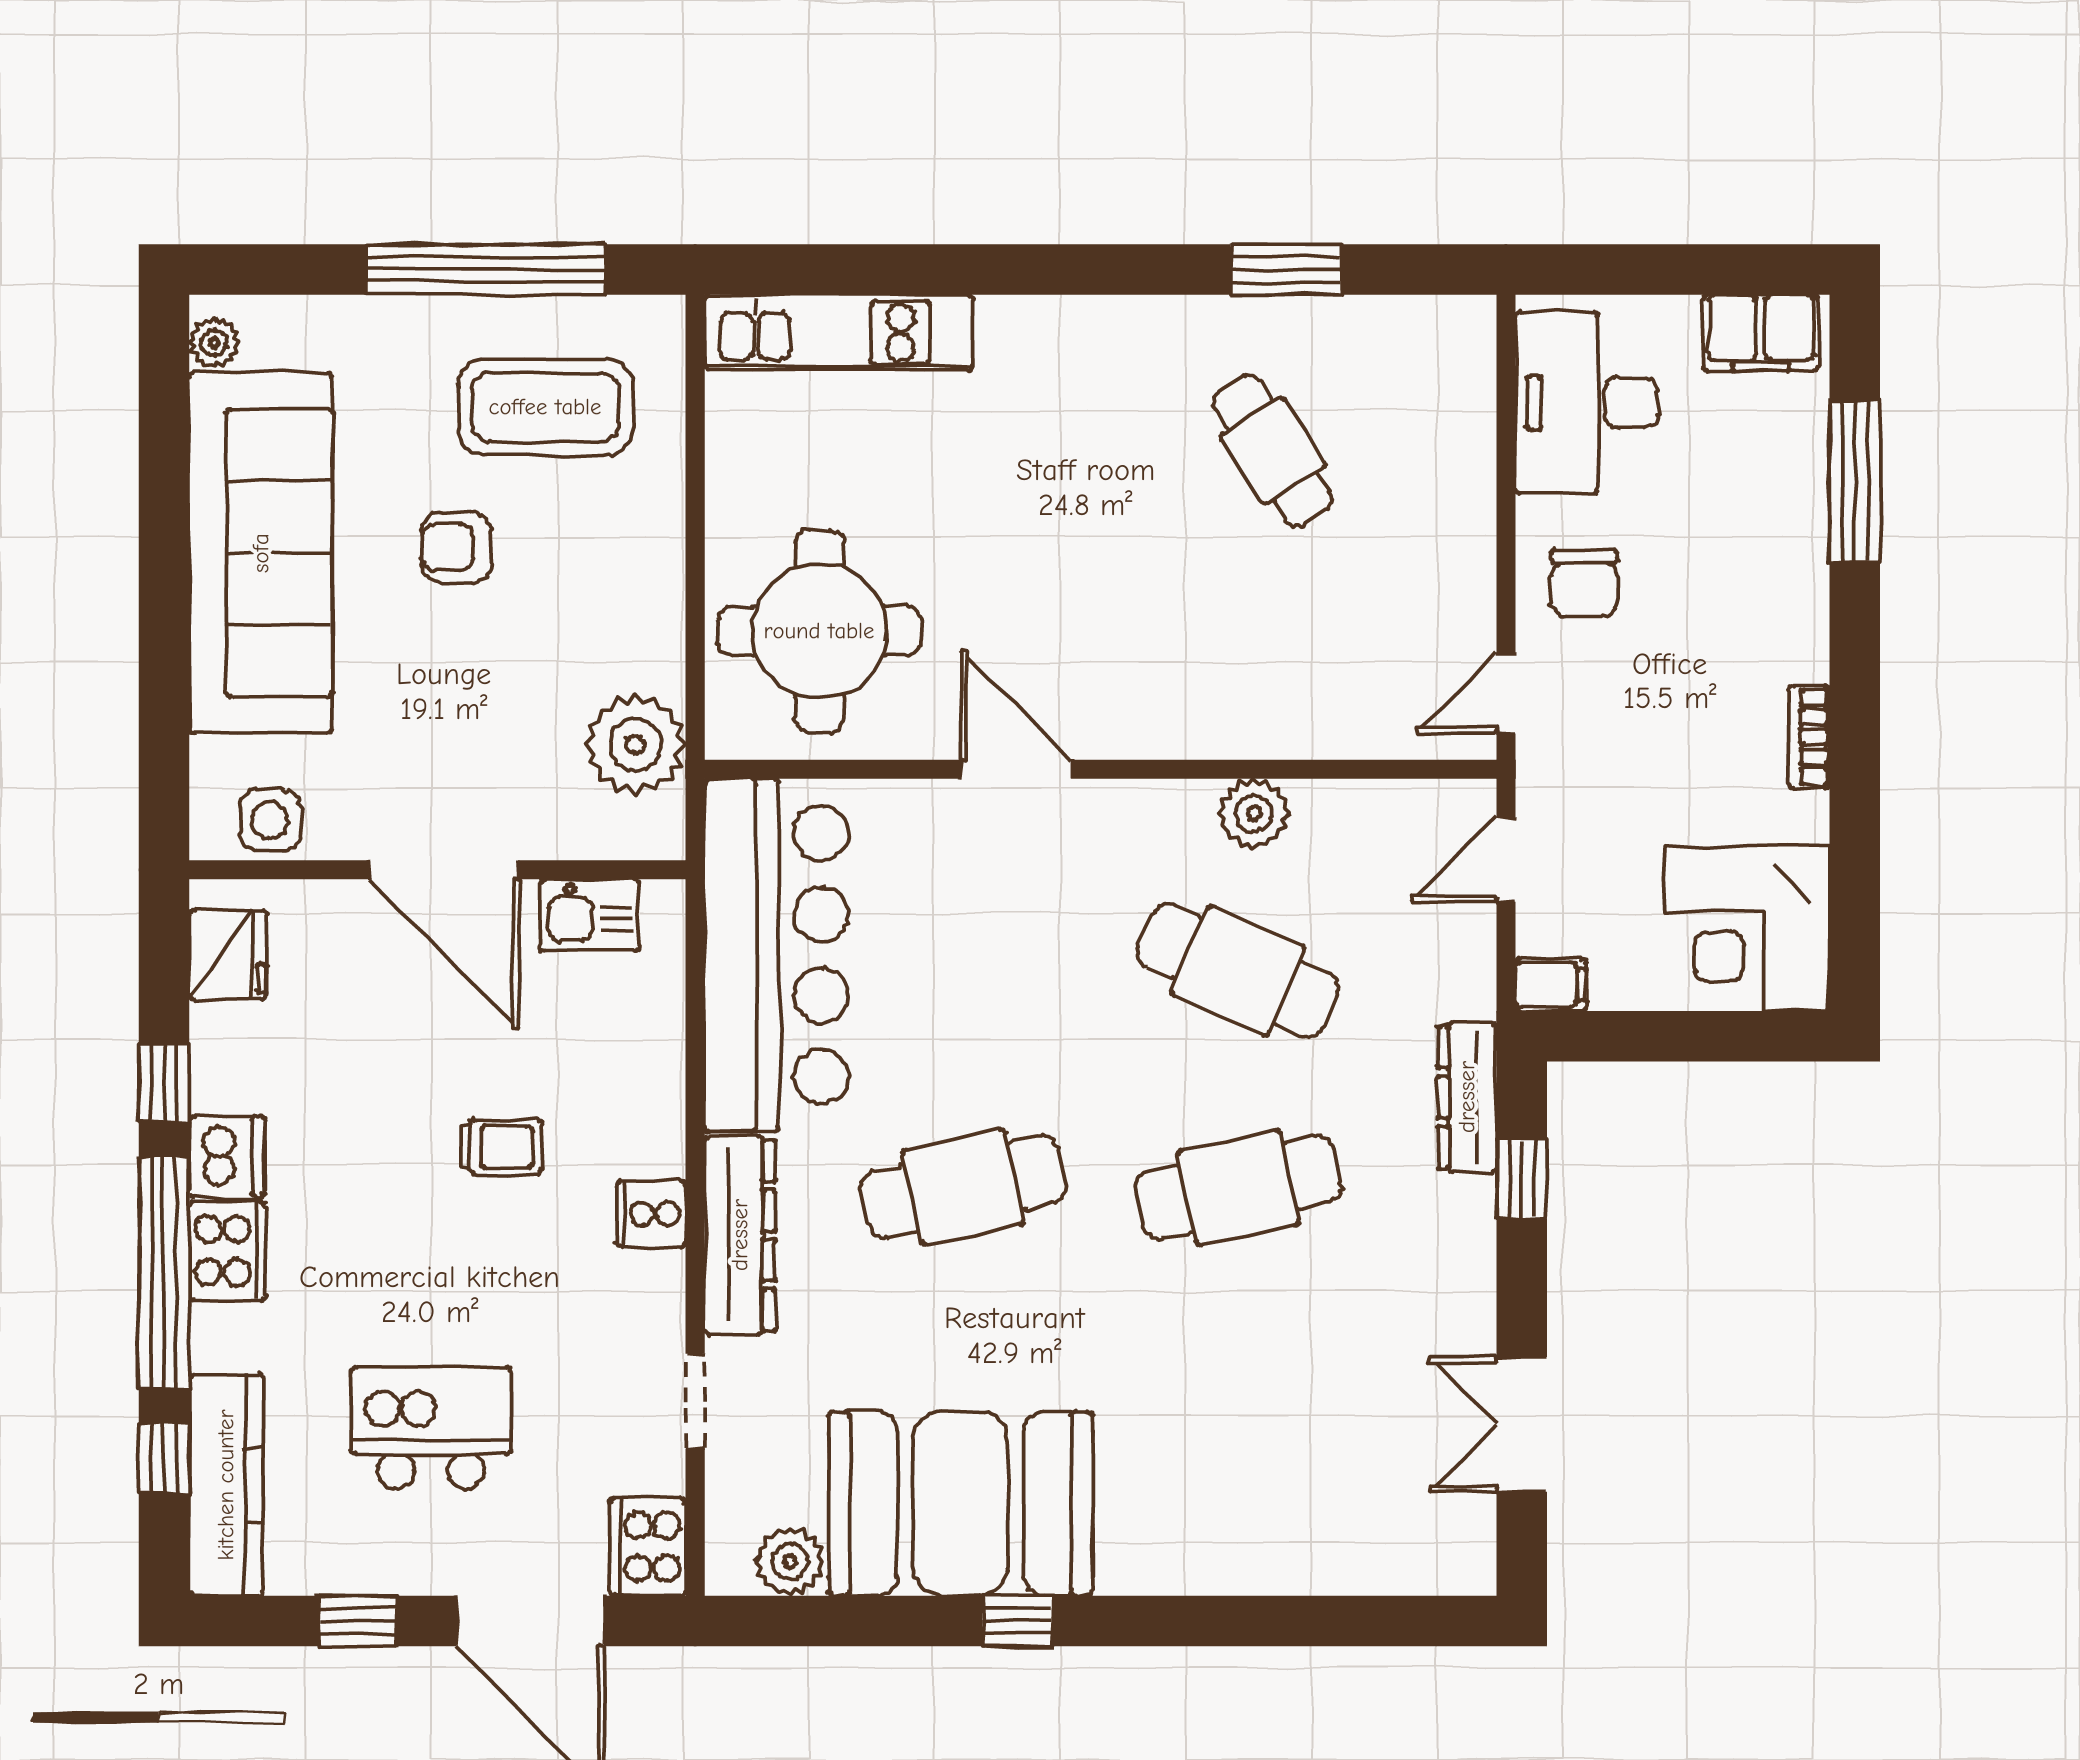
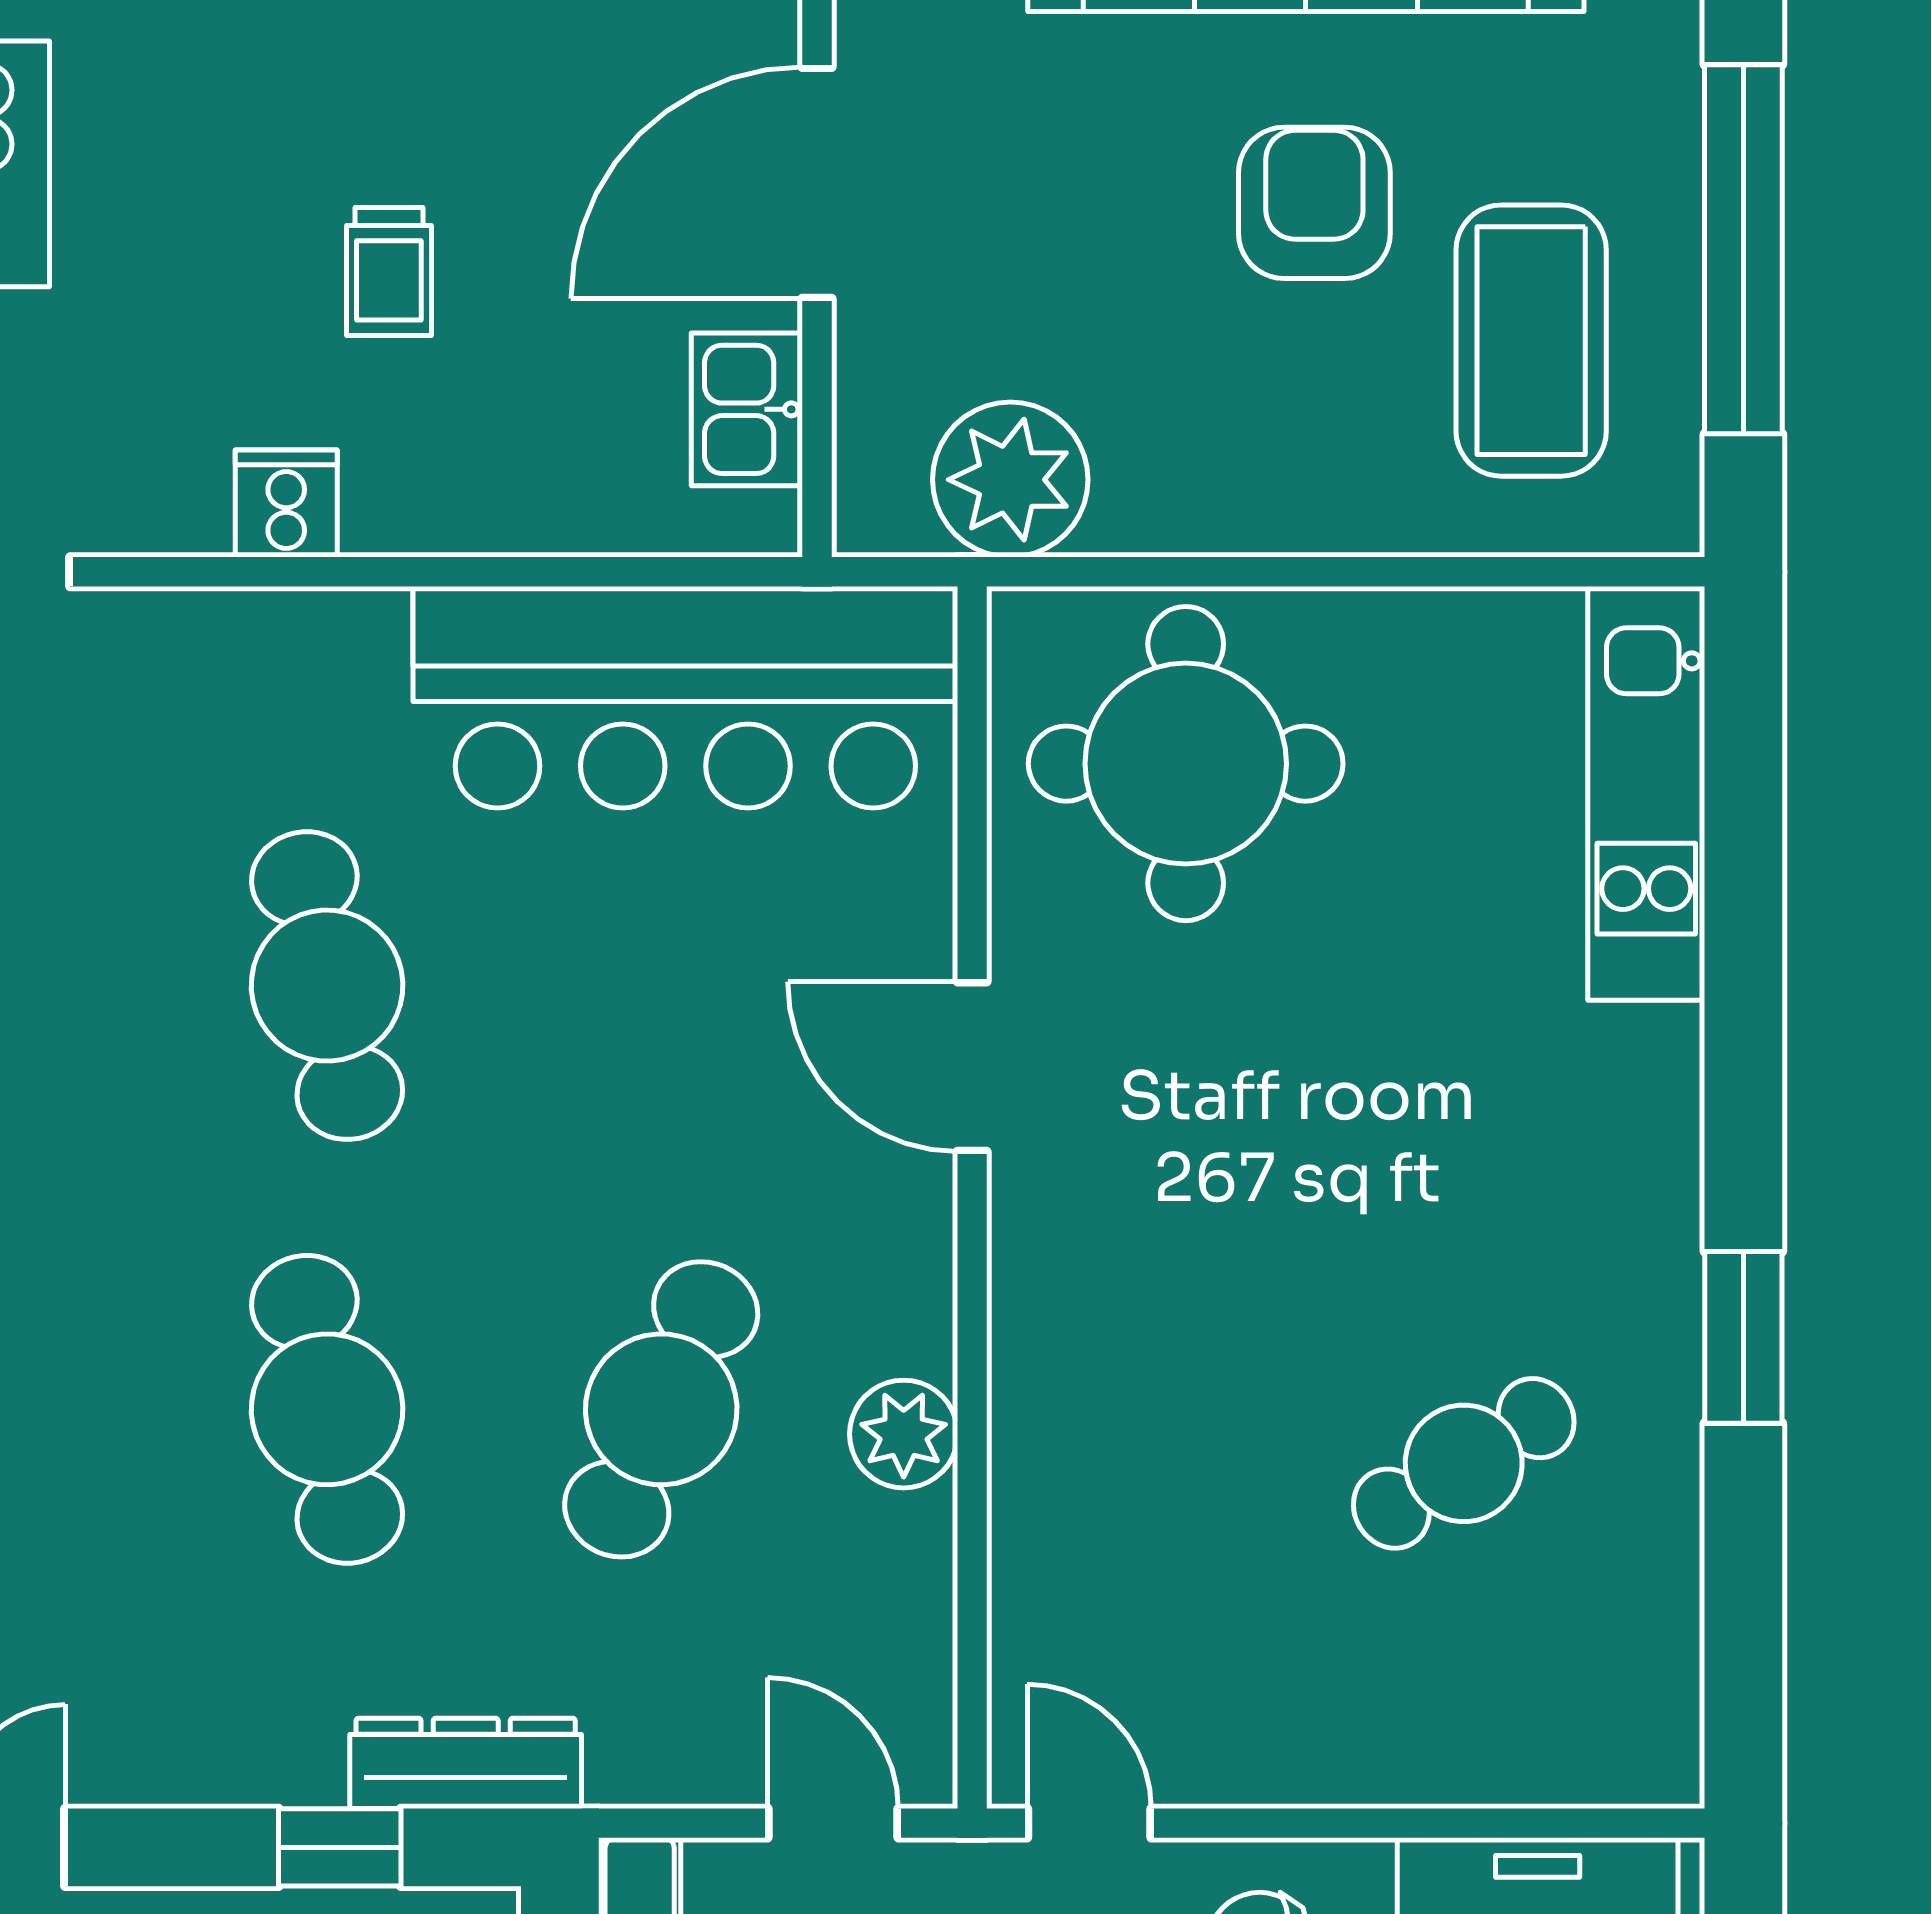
window: (1286, 270) -> (1743, 1337), moved
armchair: (456, 547) -> (1314, 203), width x1.38, depth x1.38
door: (1016, 769) -> (972, 1067), swing flipped
dresser: (740, 1235) -> (253, 641), removed

